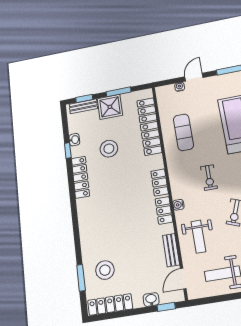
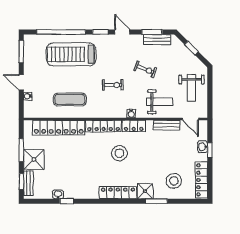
stool: (109, 149) -> (119, 153), moved
locker: (80, 177) -> (118, 193), moved
locker: (160, 182) -> (104, 126), width x1.53
shower: (89, 237) -> (145, 191), added
window: (81, 278) -> (156, 201), moved
window: (166, 307) -> (210, 150), moved

